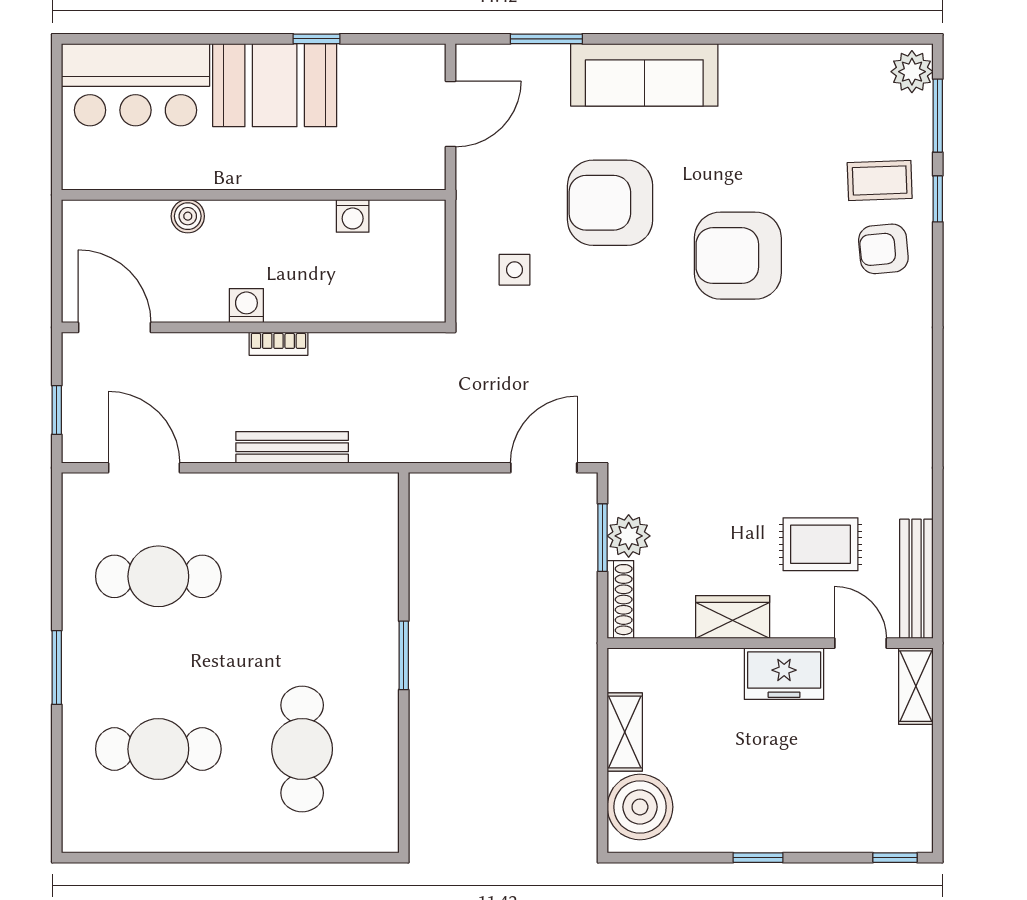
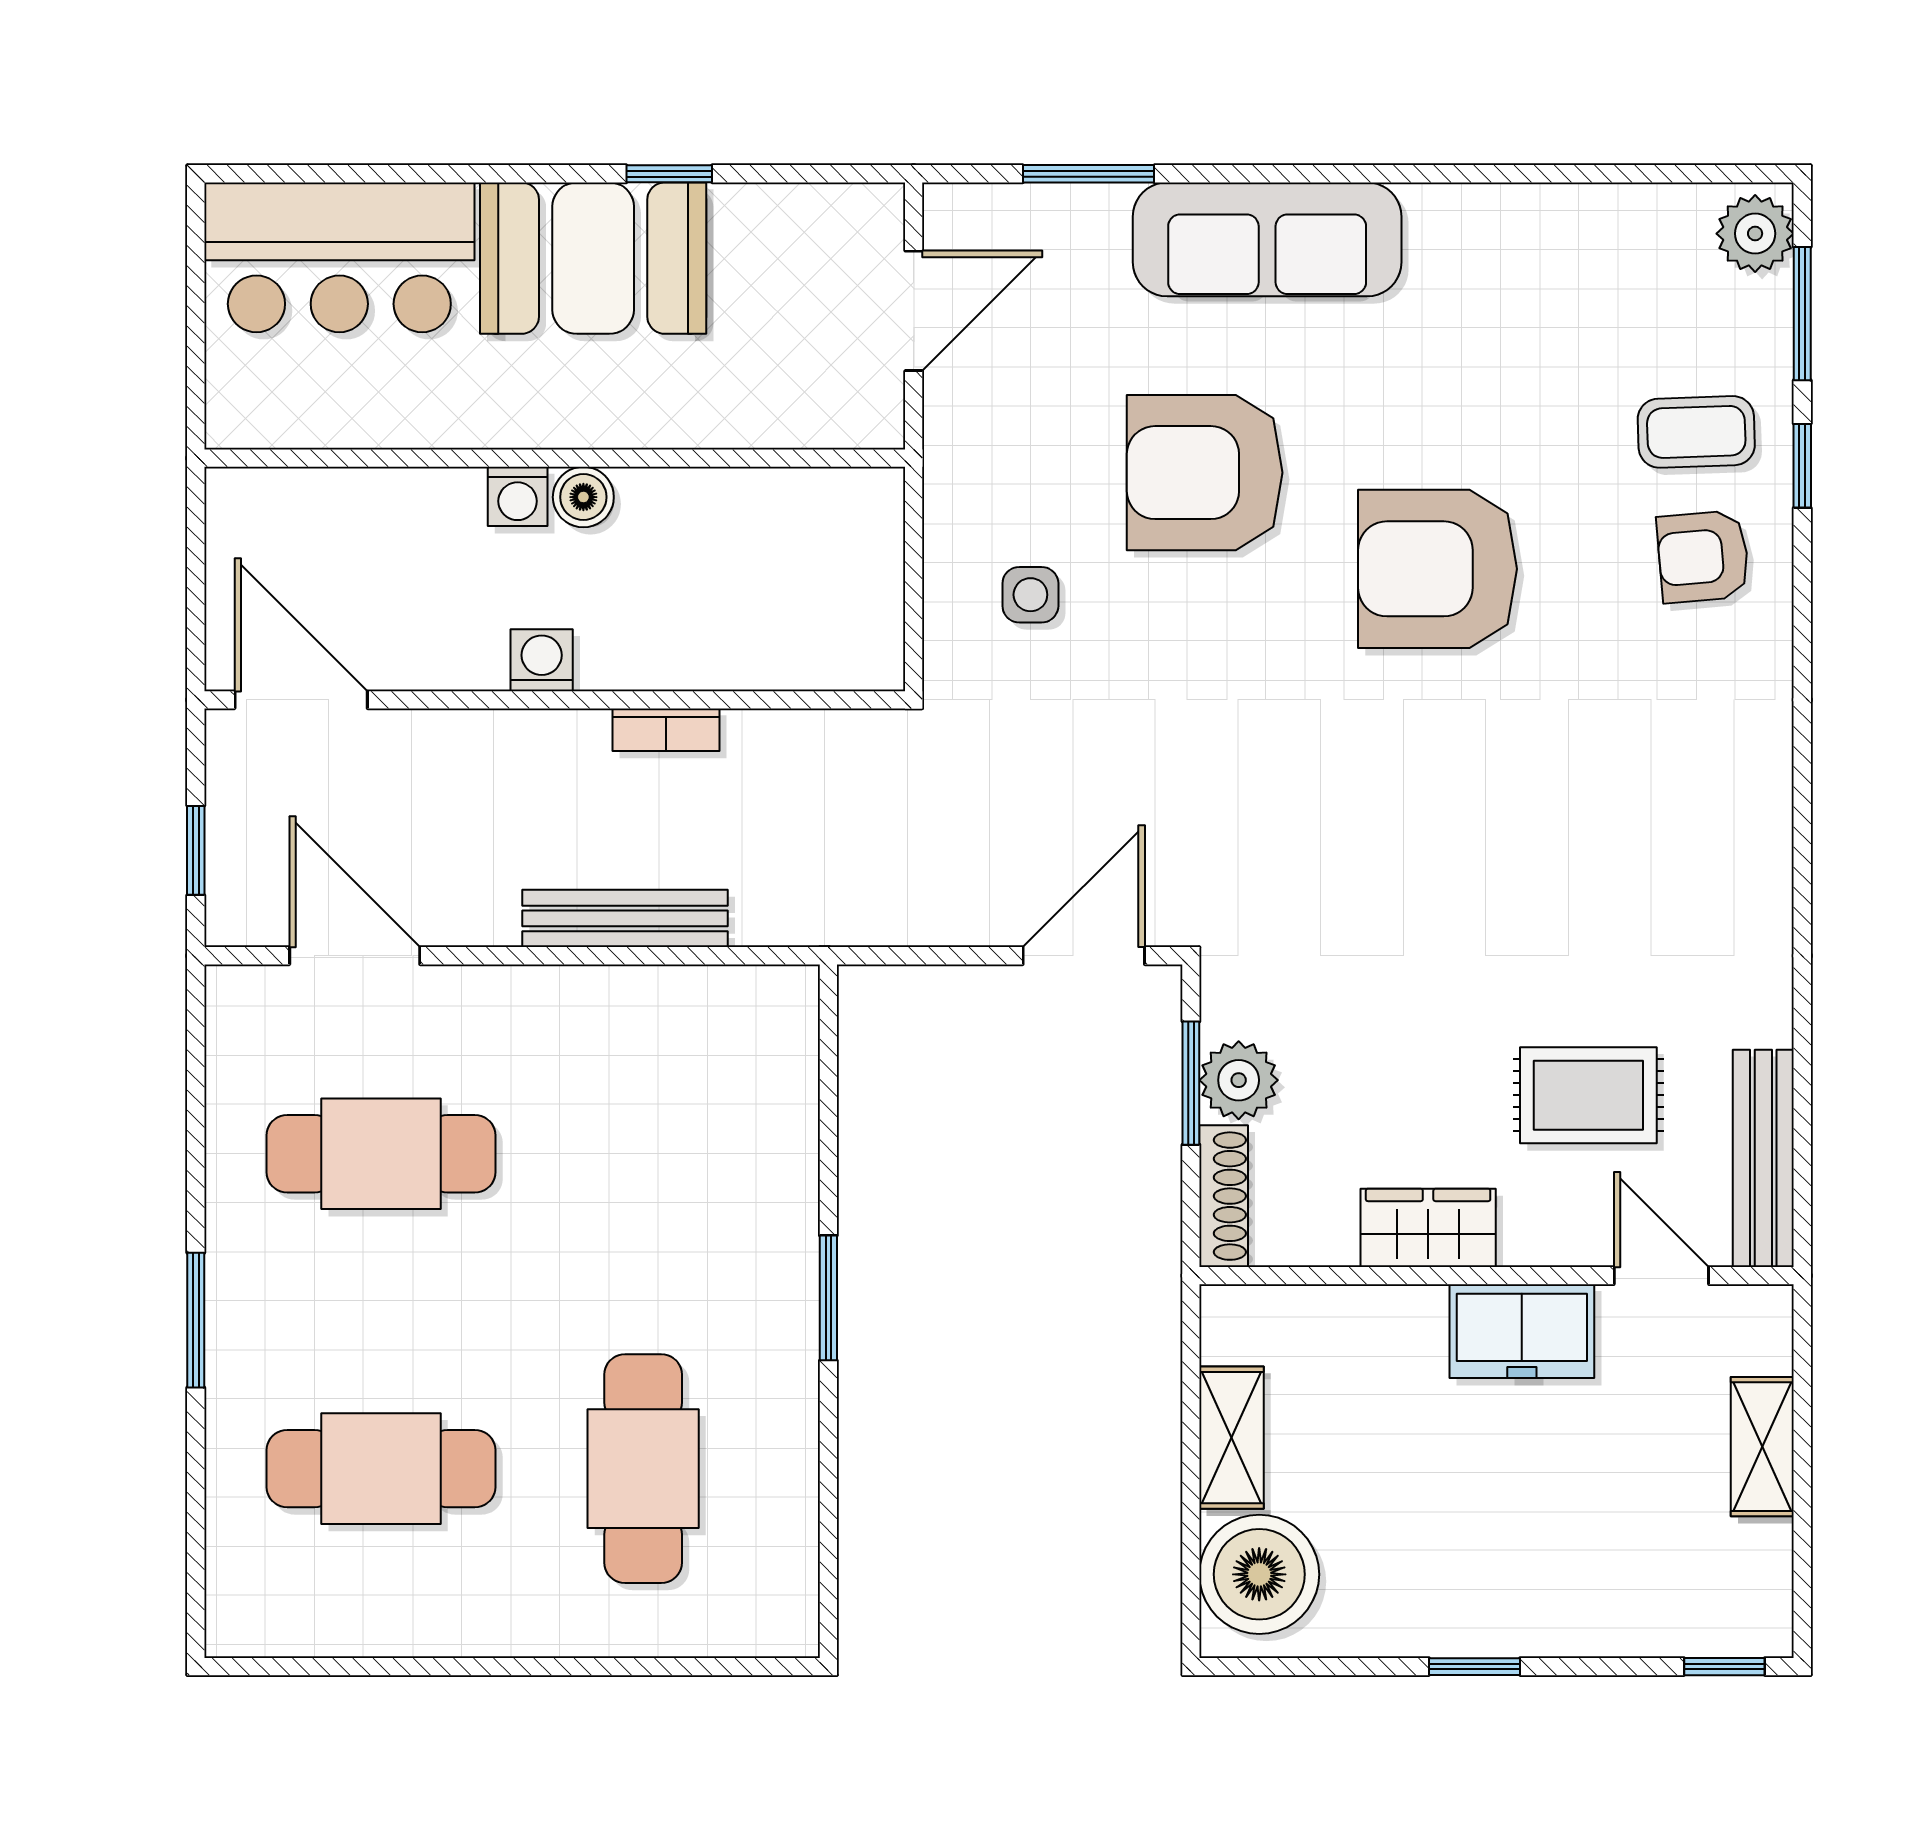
boiler: (188, 216) -> (583, 497), moved
washing machine: (353, 216) -> (518, 496), moved
bookcase: (278, 344) -> (666, 730), moved
shelving: (916, 686) -> (1762, 1447), moved

